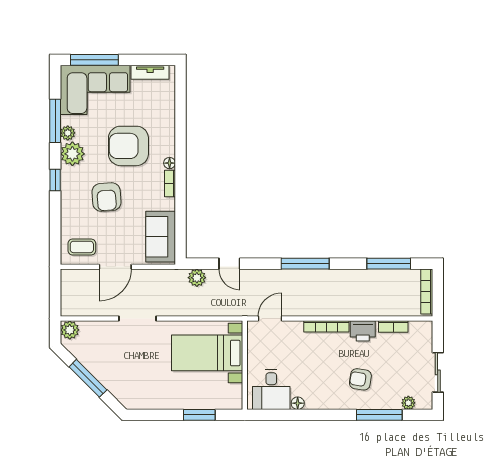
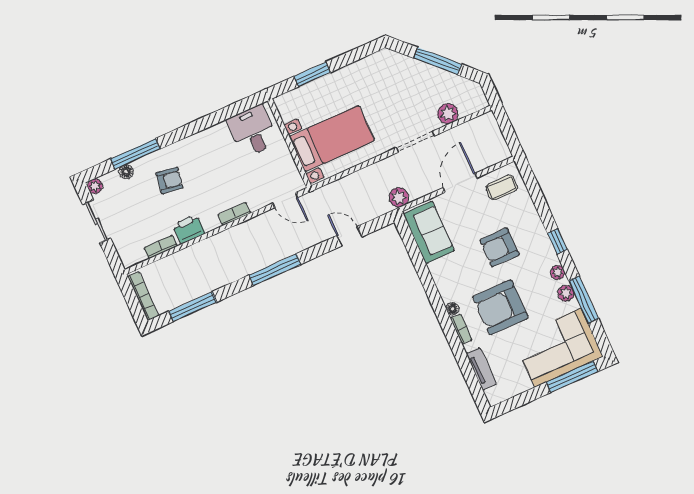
tv unit: (150, 72) -> (481, 369), moved, turned 90
armchair: (128, 146) -> (501, 307), turned 180
plant: (72, 154) -> (558, 272), width x0.53, depth x0.53
bookcase: (170, 184) -> (461, 329), moved
armchair: (106, 197) -> (499, 247), turned -86
plant: (197, 278) -> (399, 197), moved
door: (270, 319) -> (285, 200), hinge flipped
bookcase: (326, 326) -> (234, 214), width x0.64
plant: (70, 330) -> (448, 114), moved
floor lamp: (298, 403) -> (126, 172), moved
plant: (408, 403) -> (95, 186), moved

